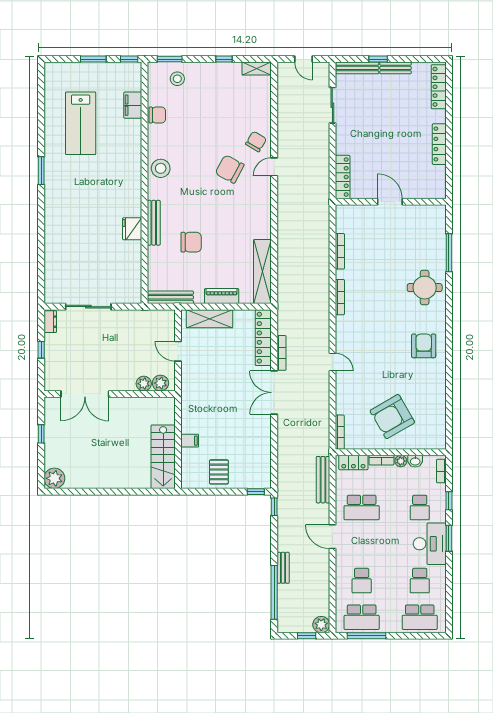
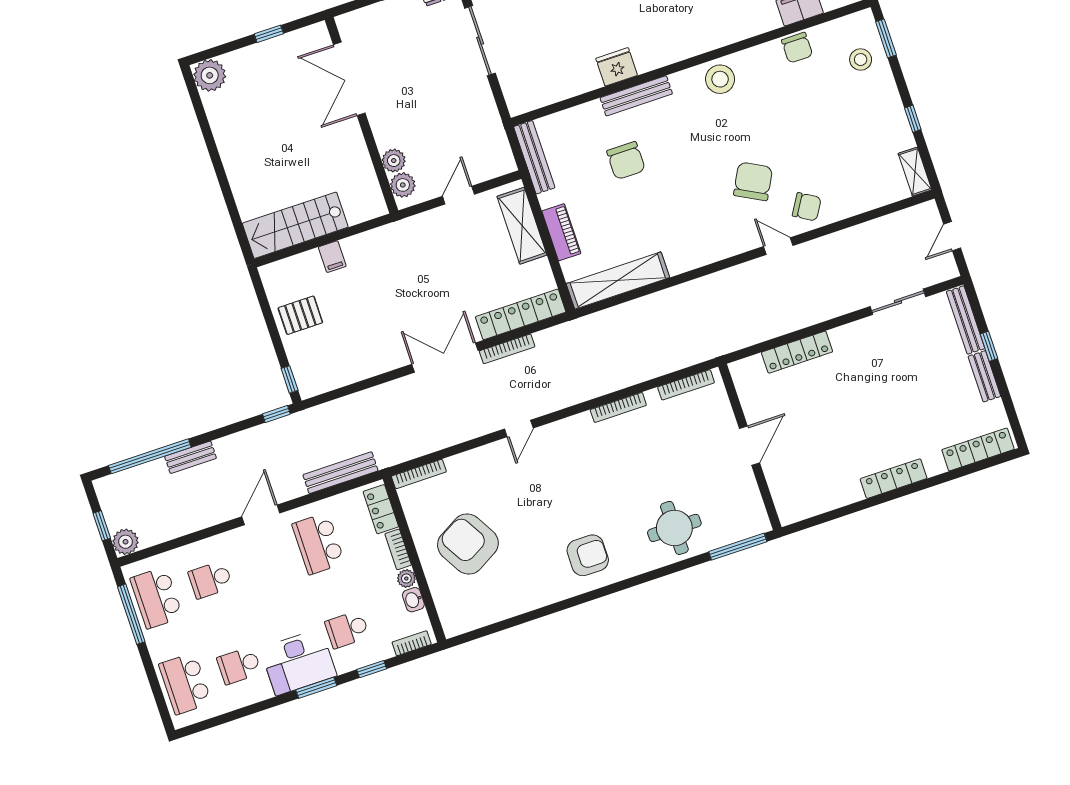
door: (390, 202) -> (749, 446), moved
wall: (391, 202) -> (750, 447), moved

